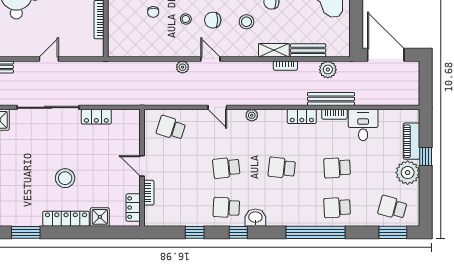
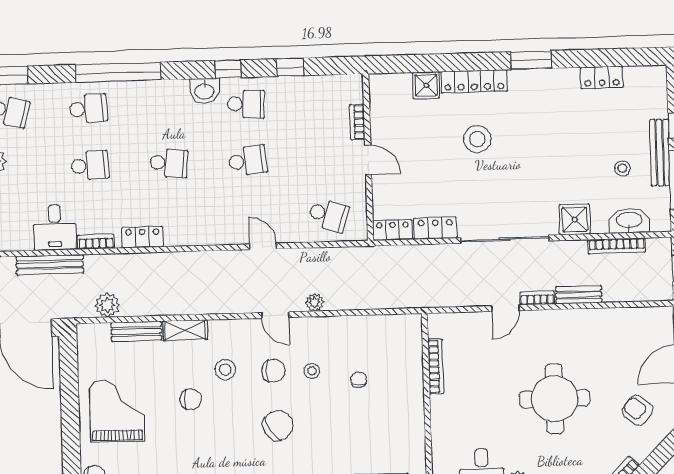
bookcase: (285, 66) -> (537, 298), moved
bench: (331, 99) -> (50, 265), moved
plant: (252, 115) -> (214, 237), removed
locker: (133, 208) -> (393, 230), moved, turned -90

